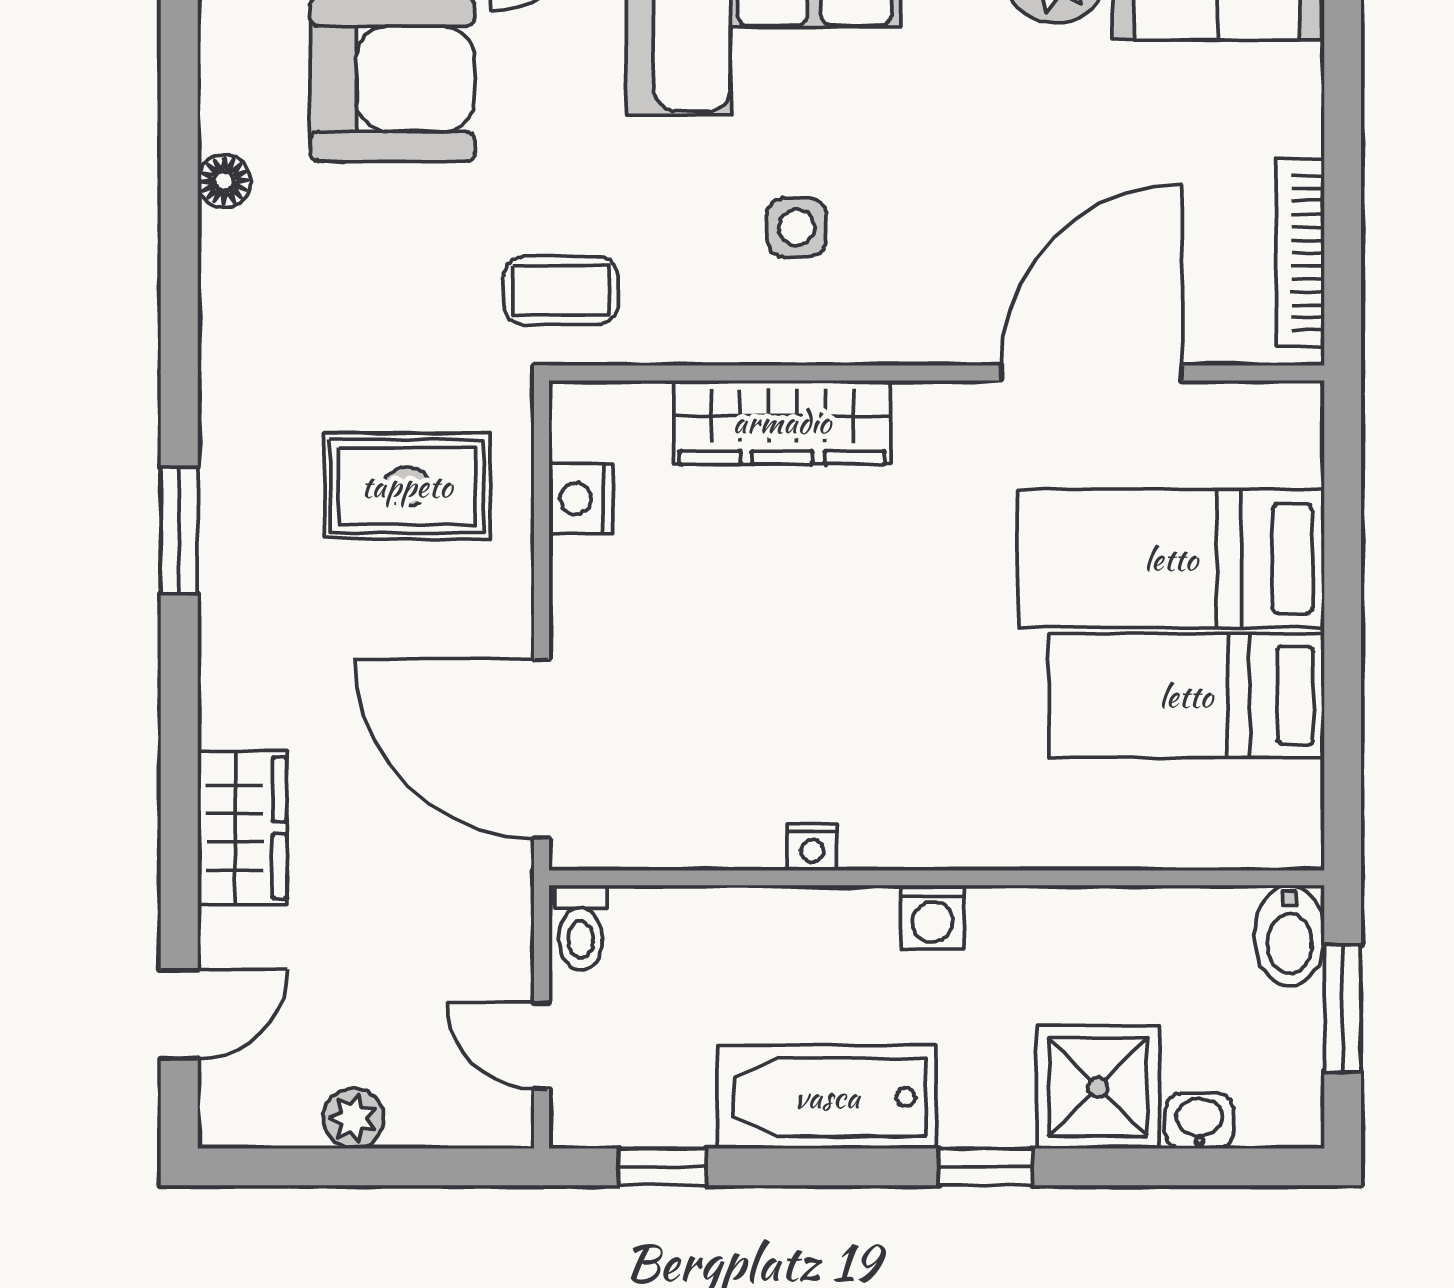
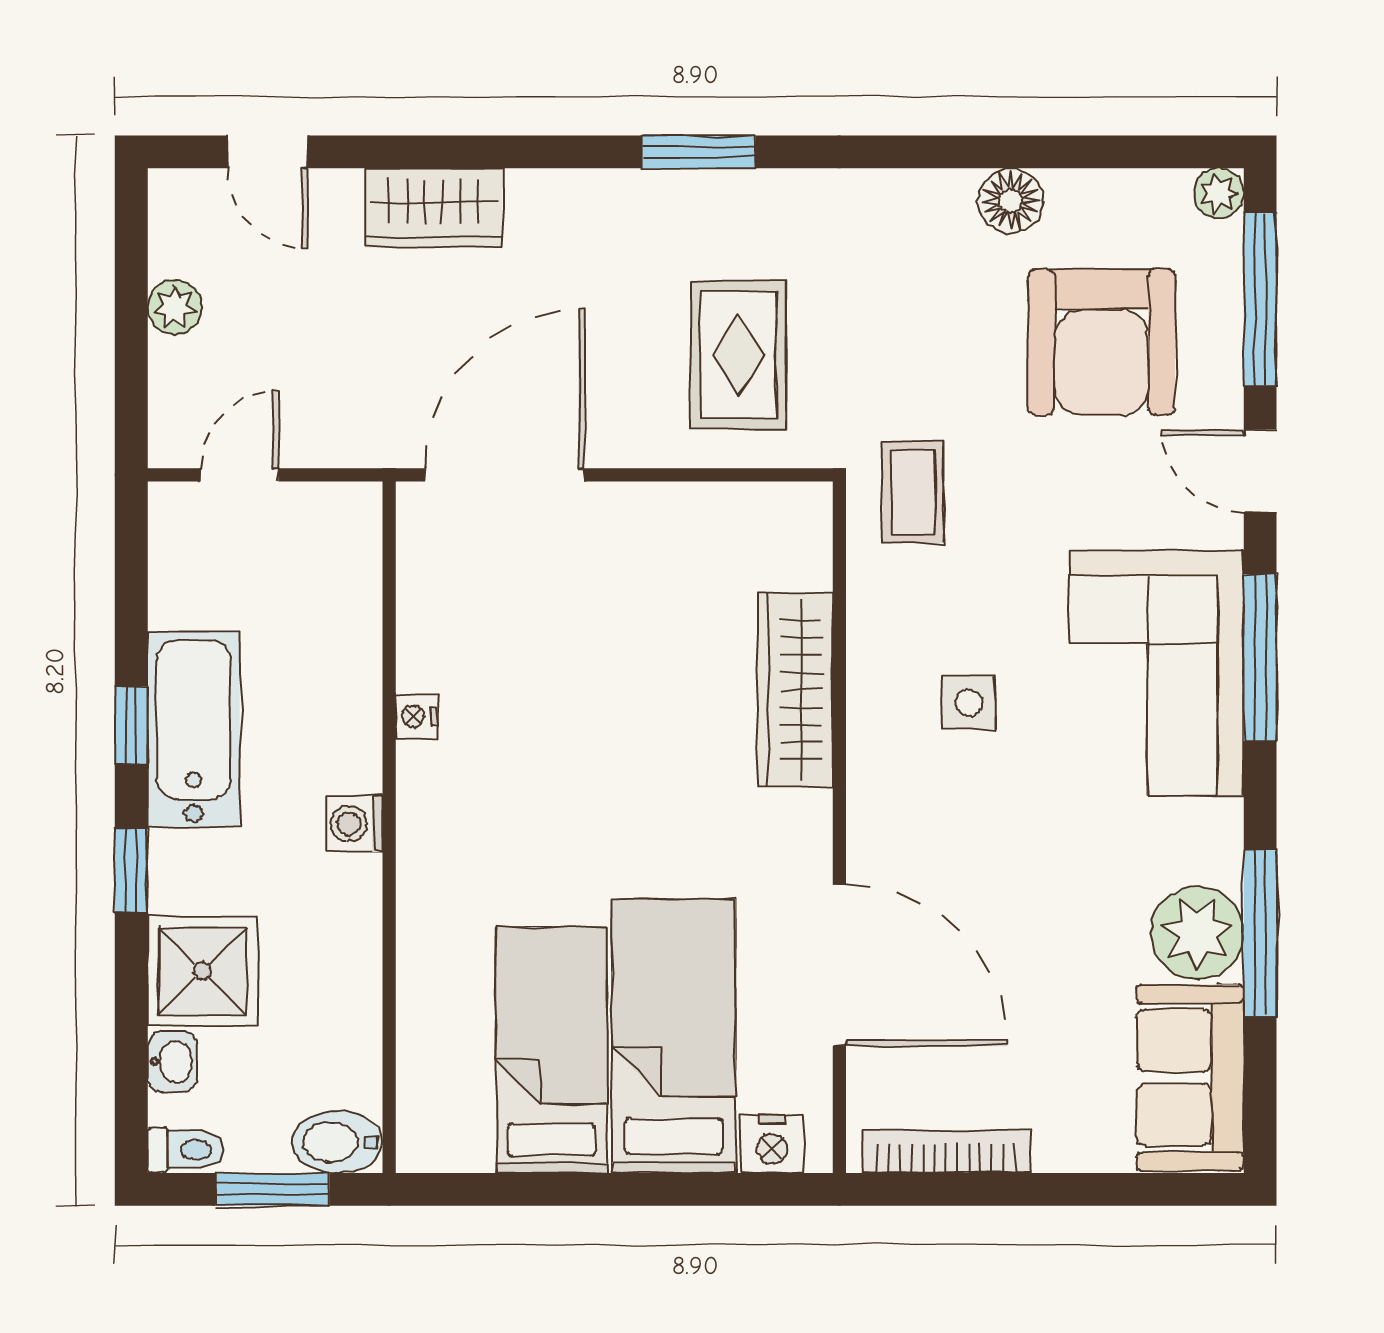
floor lamp: (224, 181) -> (1011, 201), width x1.37, depth x1.37
nightstand: (581, 499) -> (772, 1144), moved, turned 180
toilet: (581, 928) -> (185, 1150), moved, turned 180
window: (662, 1167) -> (131, 725), moved

